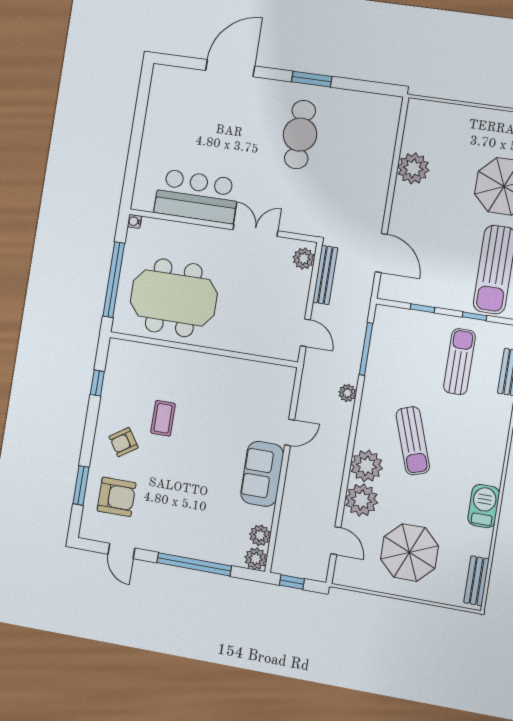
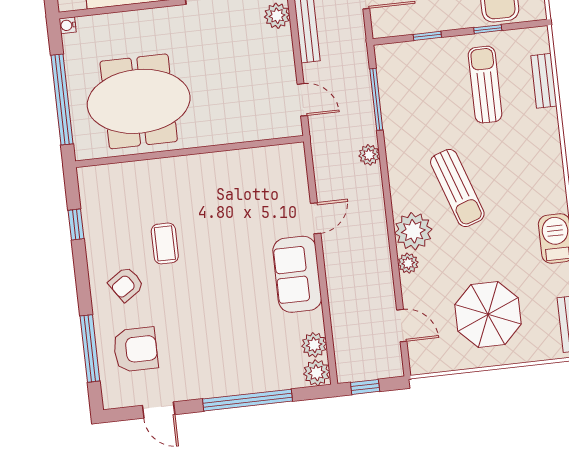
window: (81, 485) -> (90, 348), width x1.44
plant: (361, 500) -> (408, 263), width x0.53, depth x0.53

